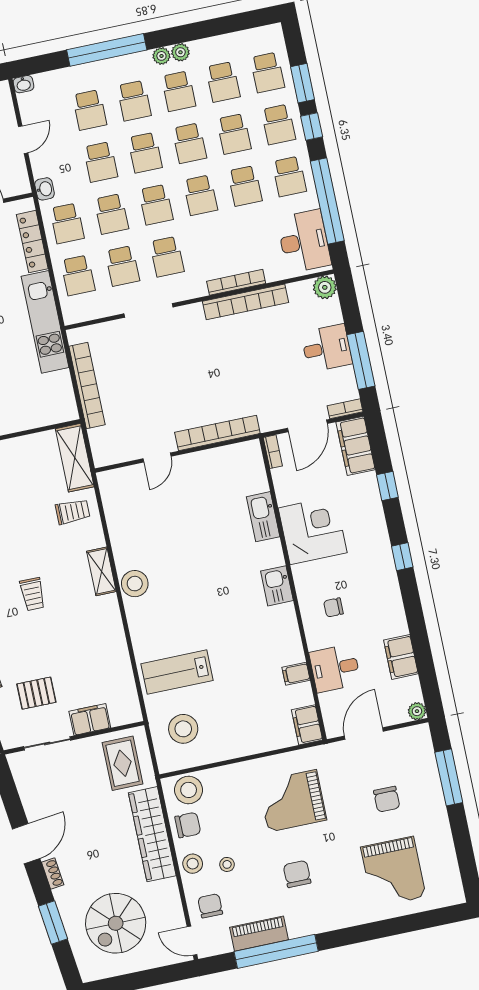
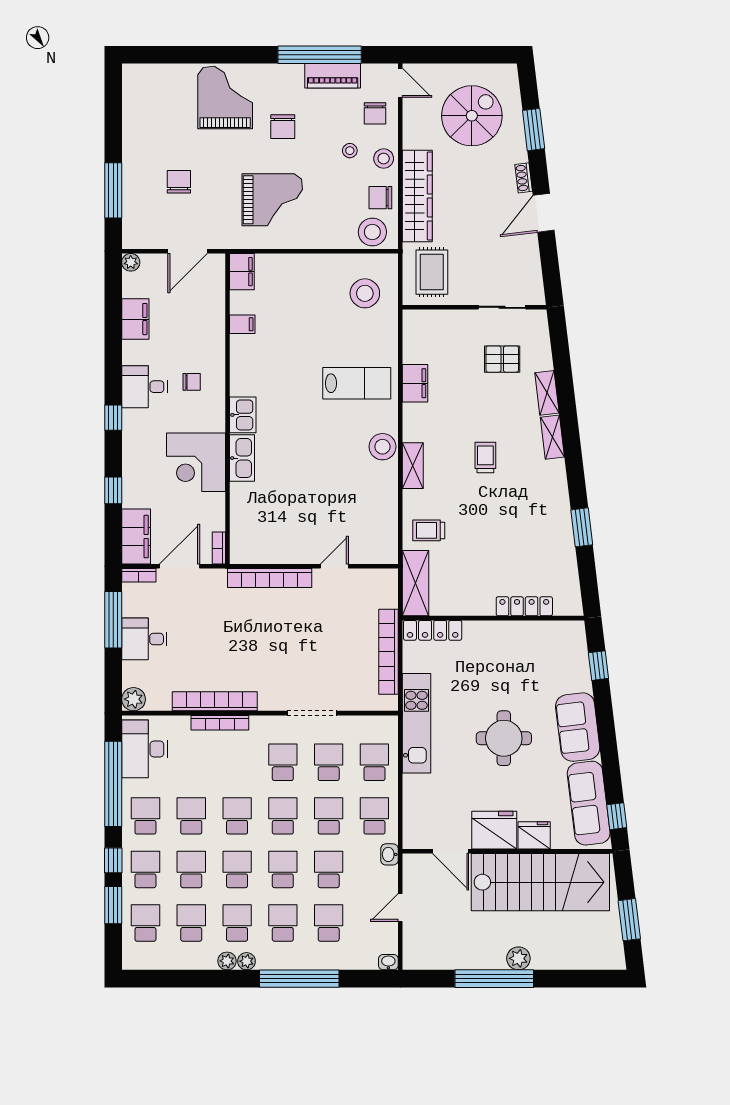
locker: (32, 242) -> (433, 630), moved, turned 90
kitchen sink: (263, 517) -> (242, 458), moved
desk: (335, 668) -> (145, 387), moved, turned 180
lab bench: (177, 672) -> (357, 383), moved
filing cabinet: (90, 719) -> (415, 383), moved, turned -90
grand piano: (393, 872) -> (225, 98), moved

